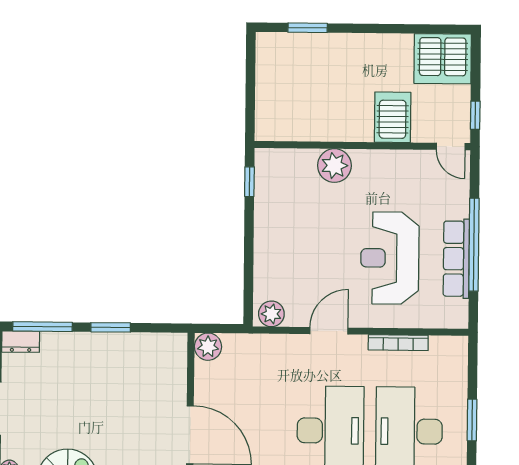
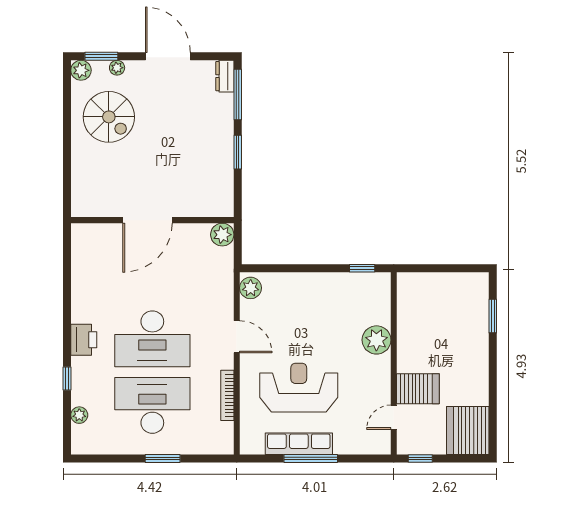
door: (451, 146) -> (394, 417), moved
window: (474, 245) -> (311, 459), width x0.68

